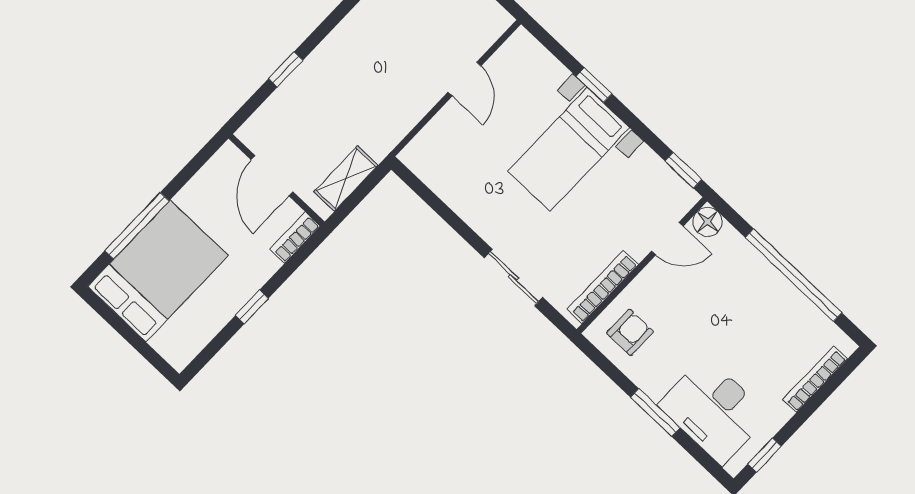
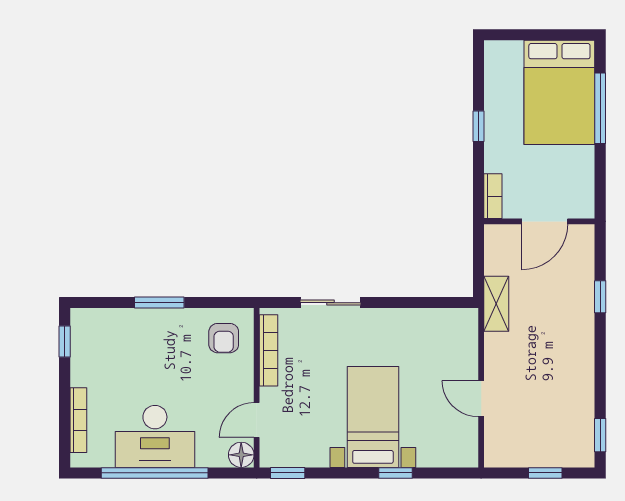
door: (272, 176) -> (545, 221), swing flipped
shelving: (346, 178) -> (496, 304), moved
desk: (714, 410) -> (155, 436), moved, turned 180

